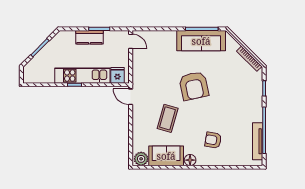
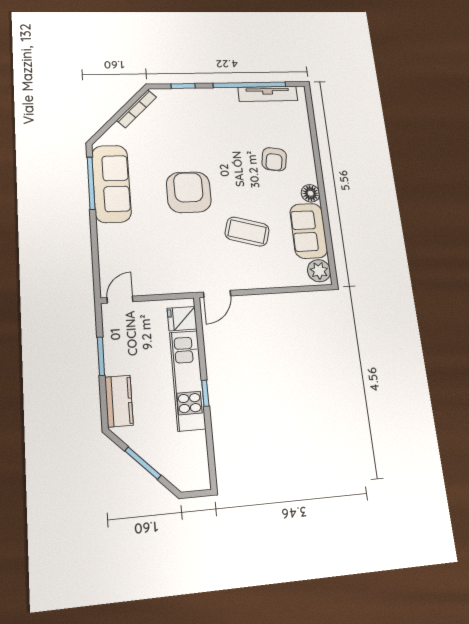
kitchen counter: (89, 37) -> (119, 401), moved
armchair: (194, 86) -> (189, 192), turned -78

